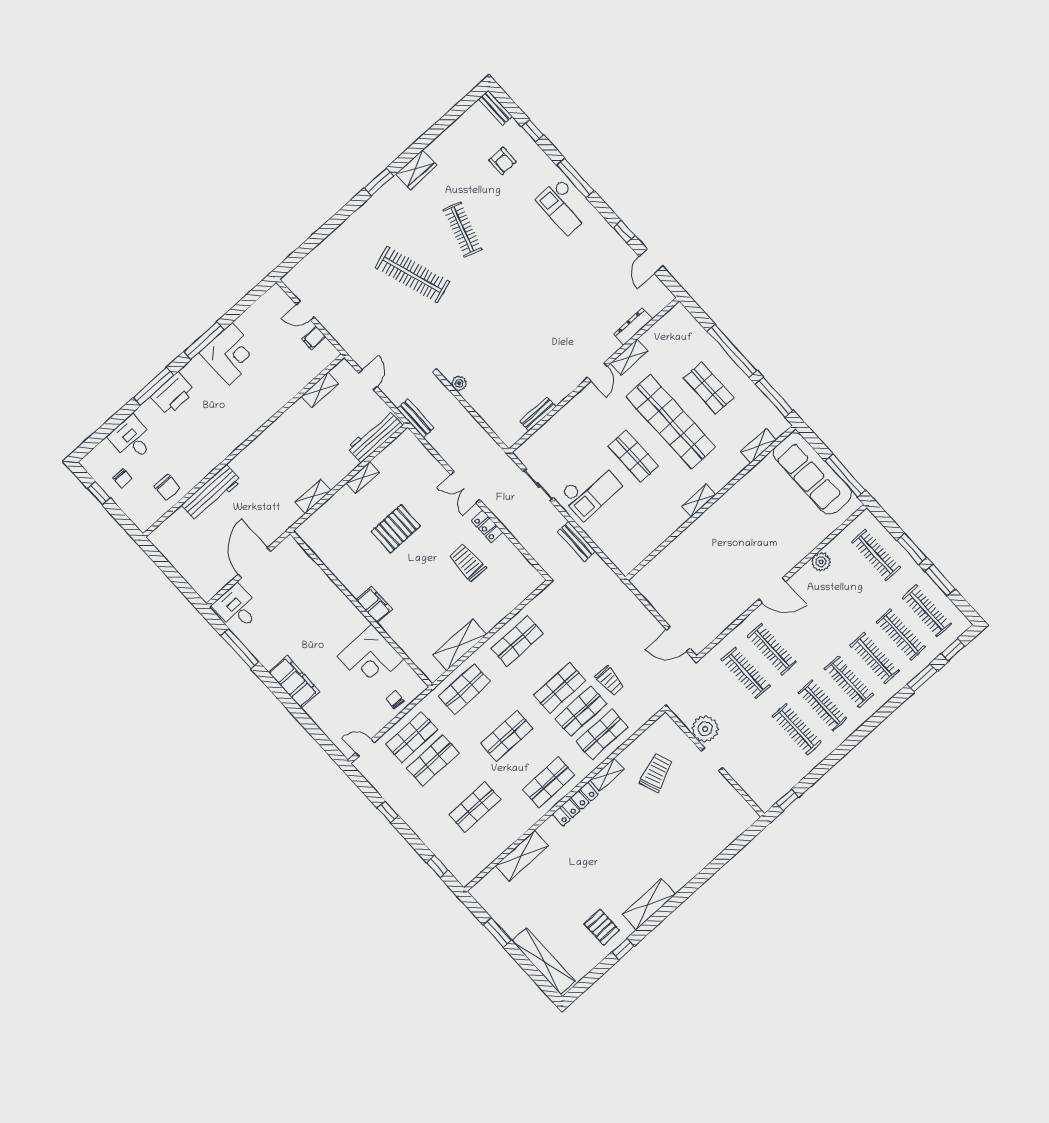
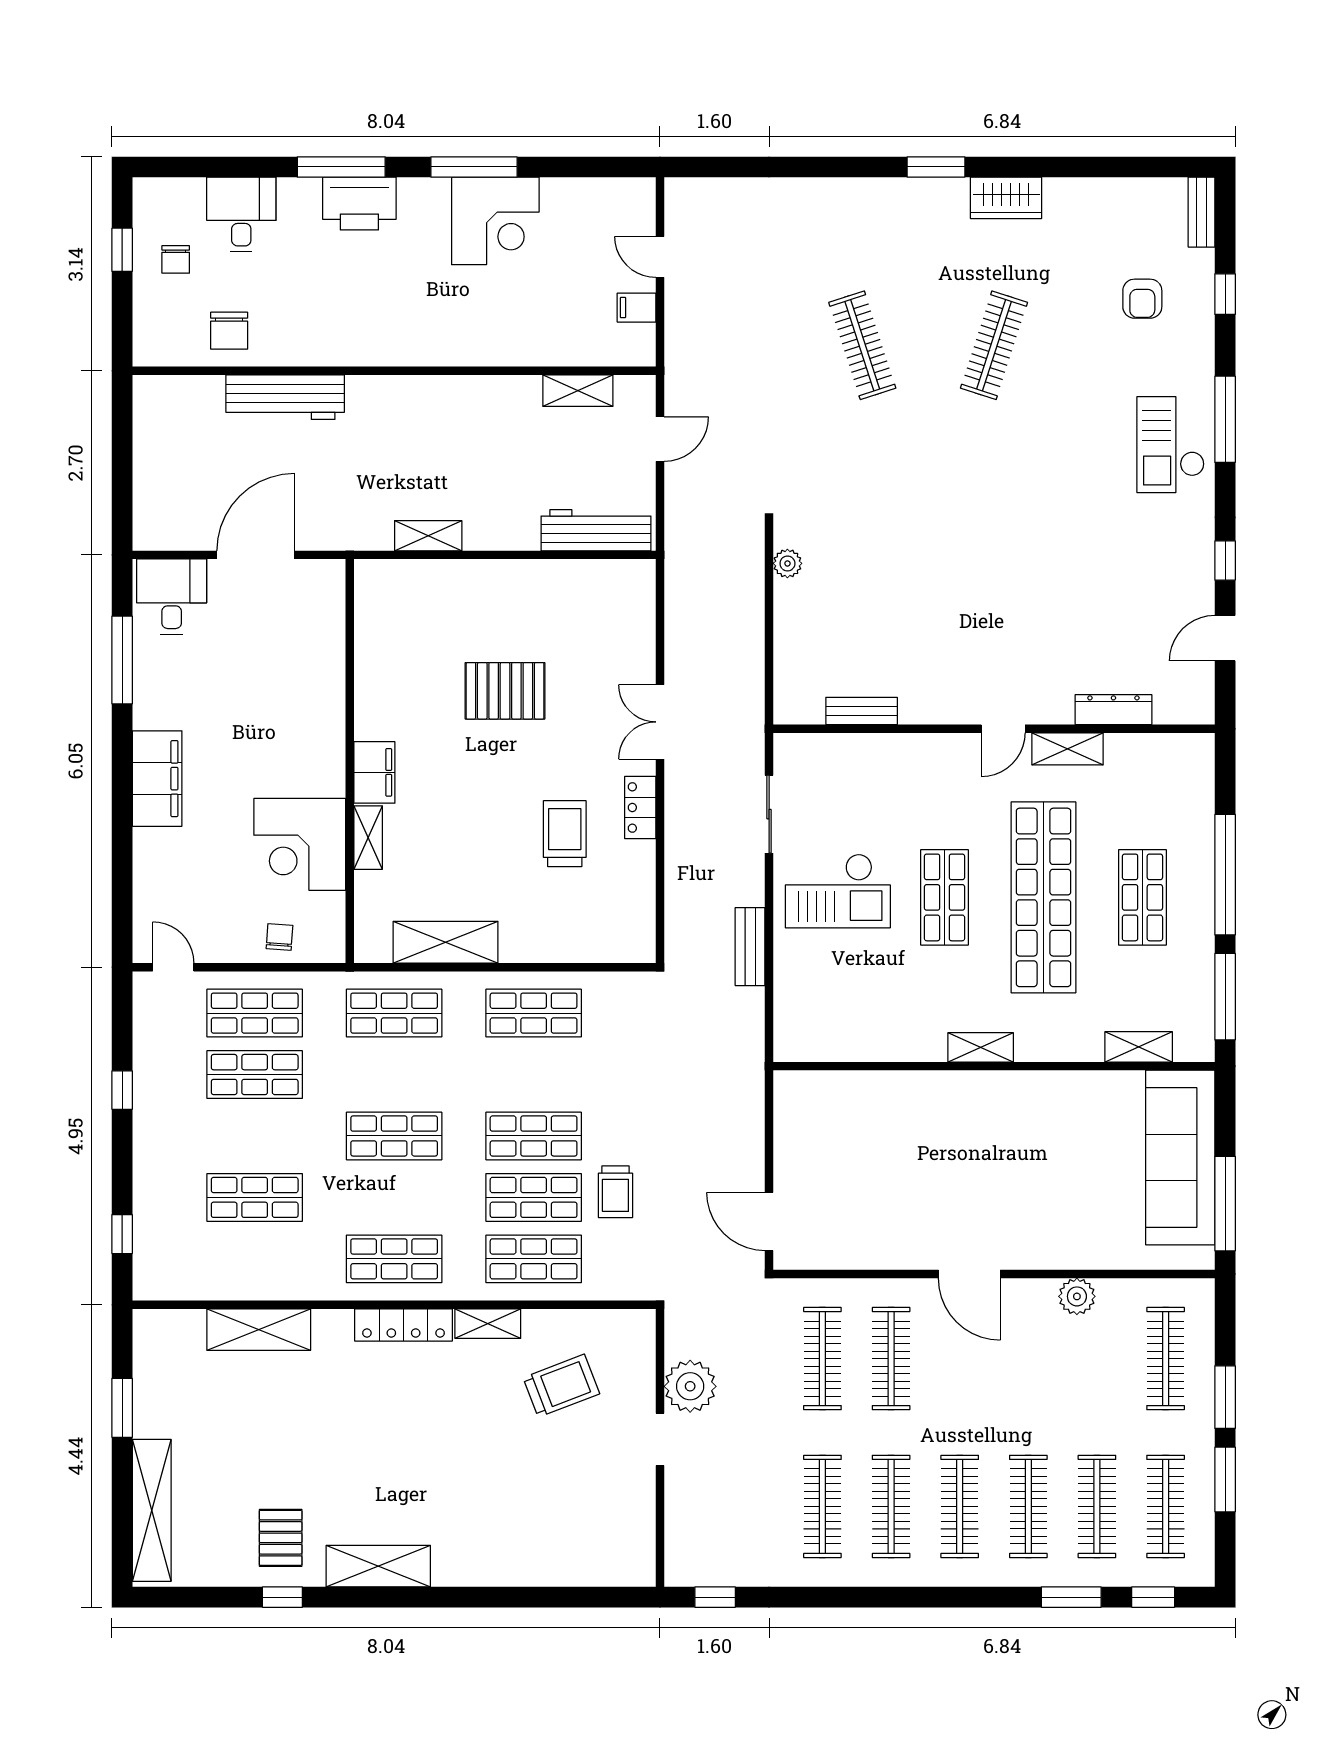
clothes rail: (412, 275) -> (862, 345), width x0.73, depth x0.76
bench: (416, 418) -> (679, 557), removed
shelving: (363, 478) -> (368, 838), moved, turned 90

